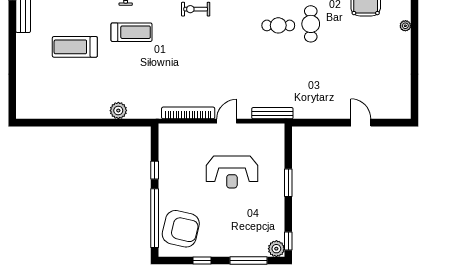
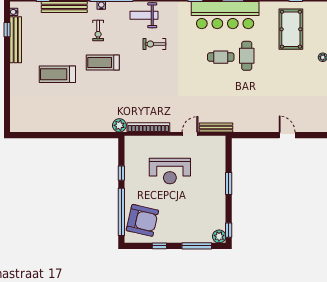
treadmill: (132, 32) -> (103, 62), turned 180
plant: (118, 111) -> (119, 125), moved
door: (227, 121) -> (190, 134), moved
reception desk: (232, 172) -> (170, 171), moved

